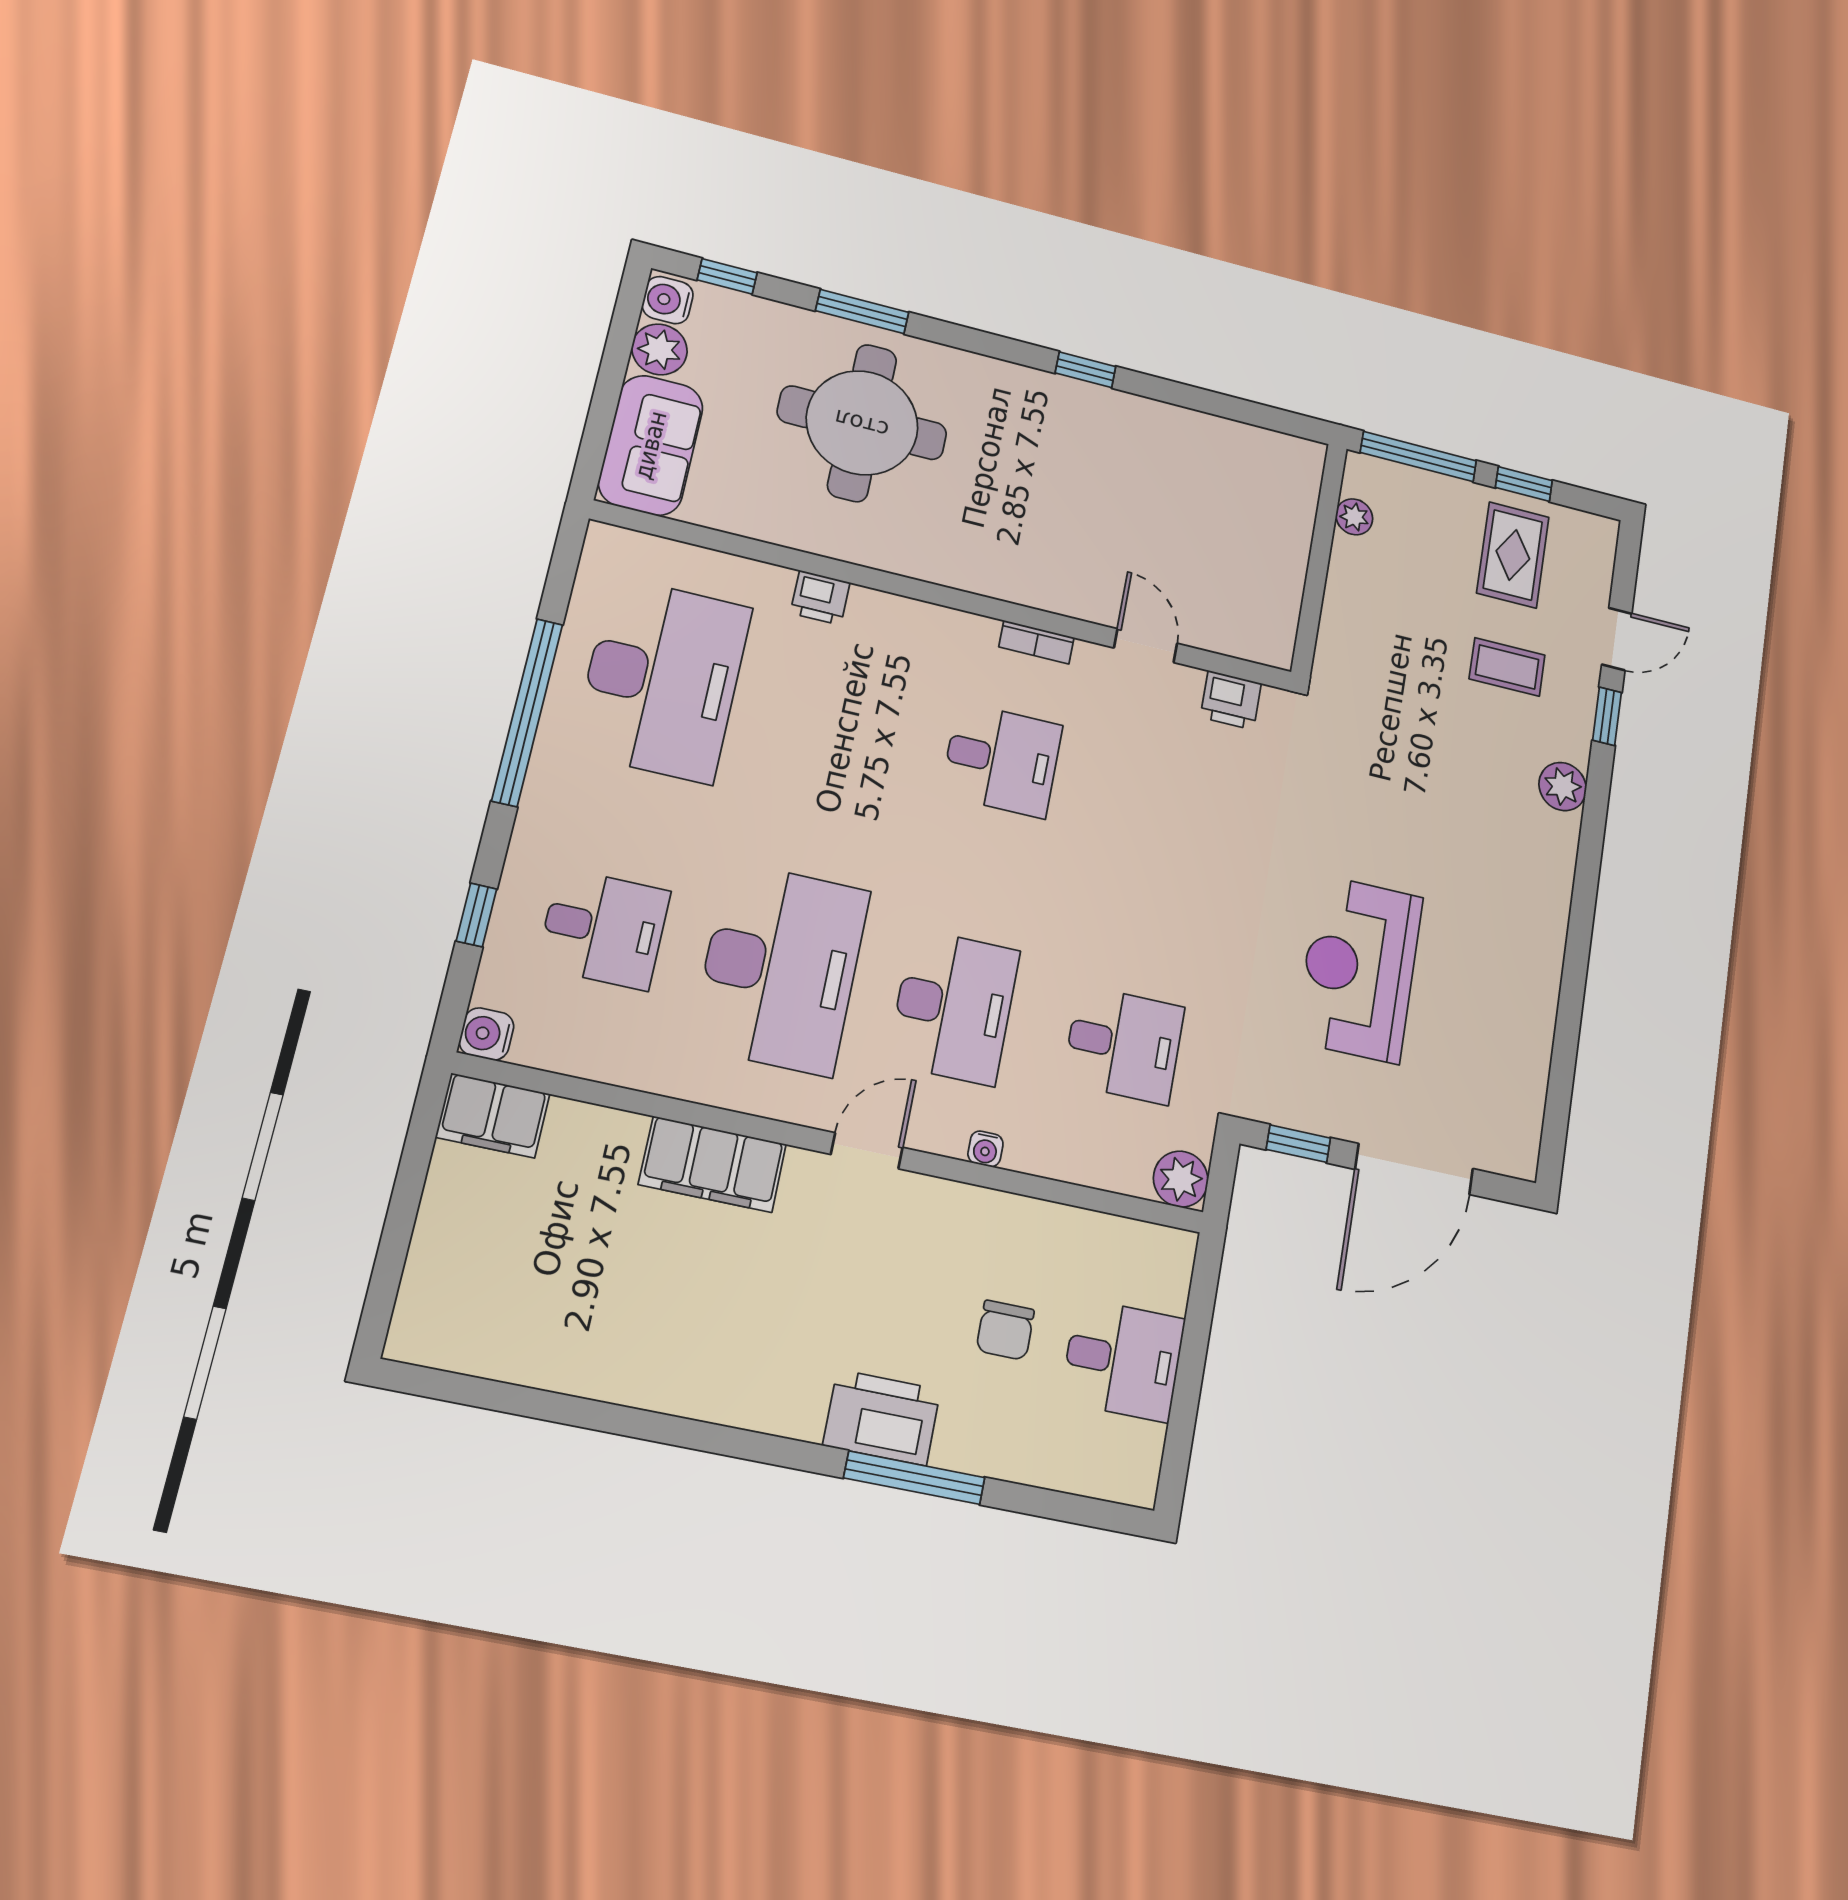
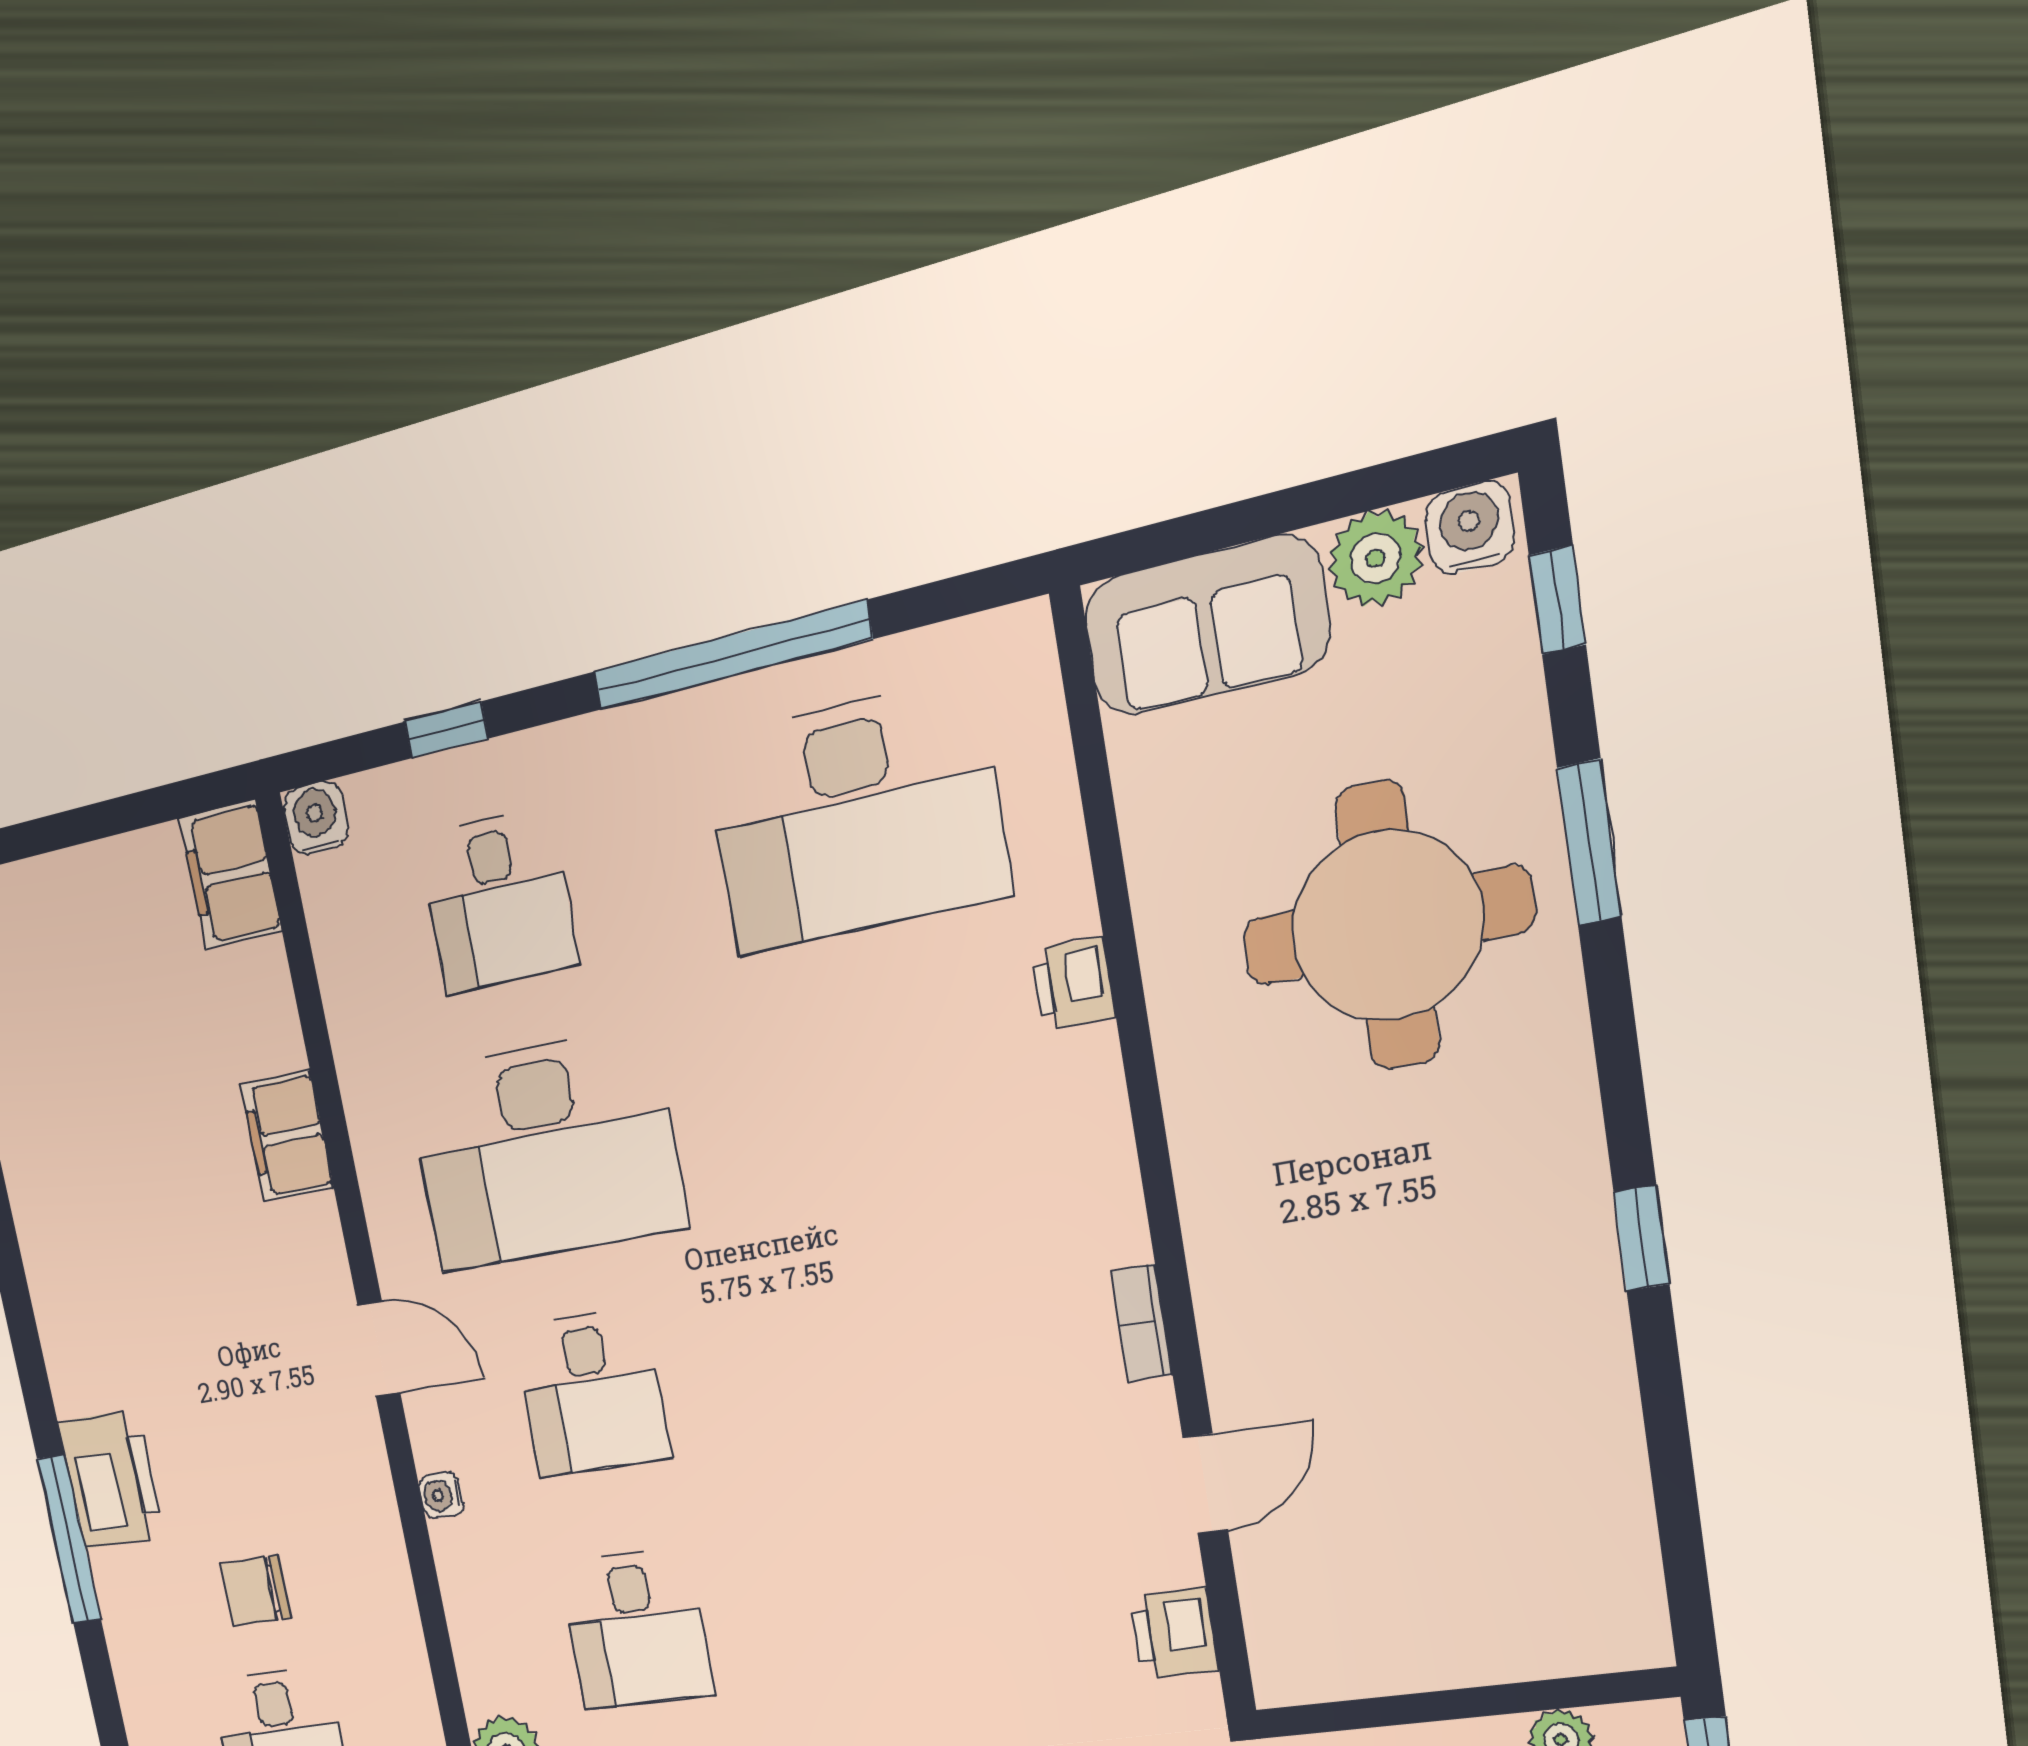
desk: (1002, 760) -> (944, 1336), removed
desk: (954, 1007) -> (591, 1392), width x0.73
filing cabinet: (713, 1164) -> (287, 1136), width x0.67, depth x0.86

